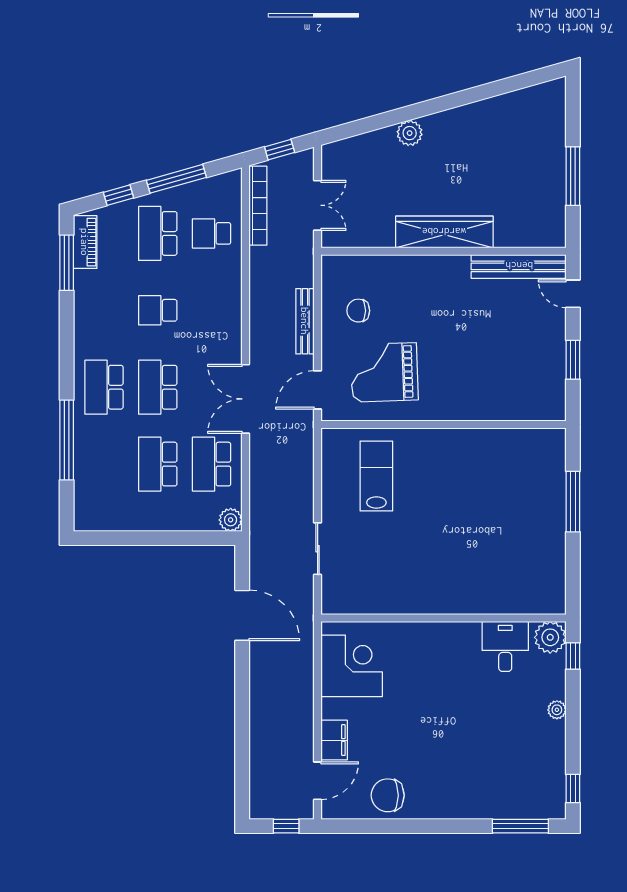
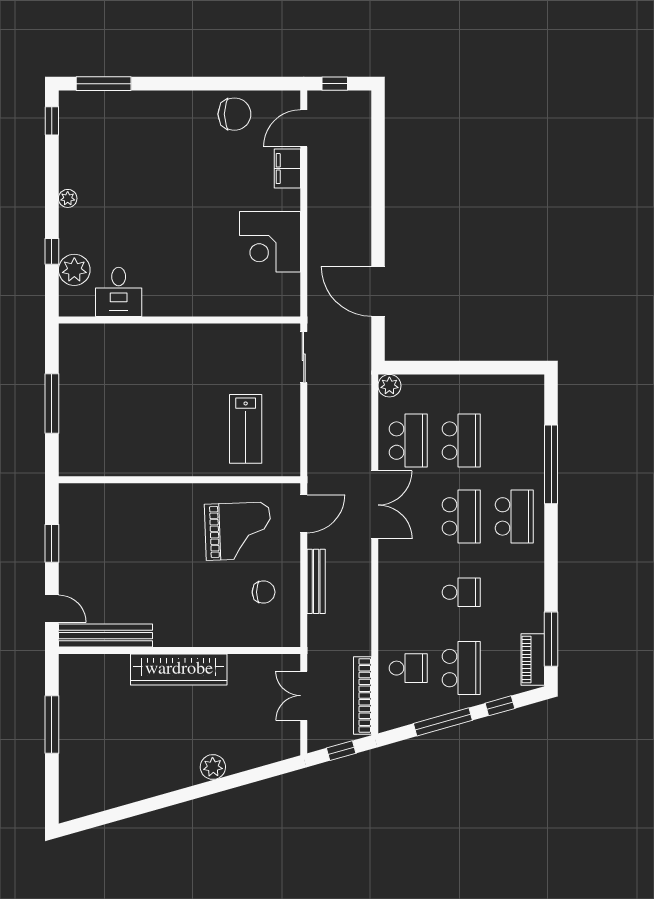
wall: (444, 618) -> (179, 320), moved
desk: (505, 646) -> (119, 292), moved

